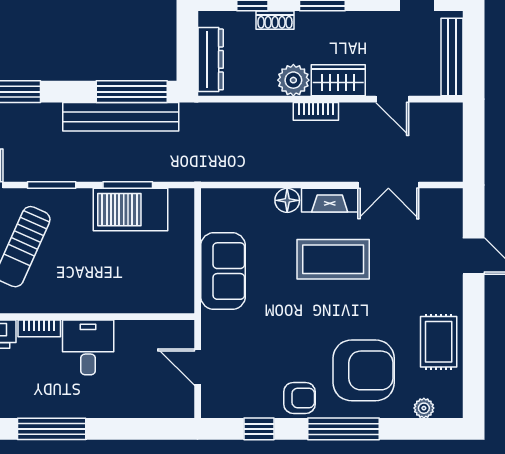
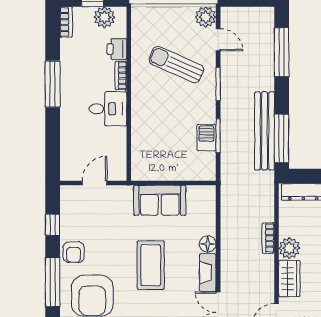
bookcase: (316, 111) -> (268, 238), moved
barbecue: (131, 210) -> (206, 138), width x0.53, depth x0.65
coffee table: (333, 259) -> (151, 265), moved

